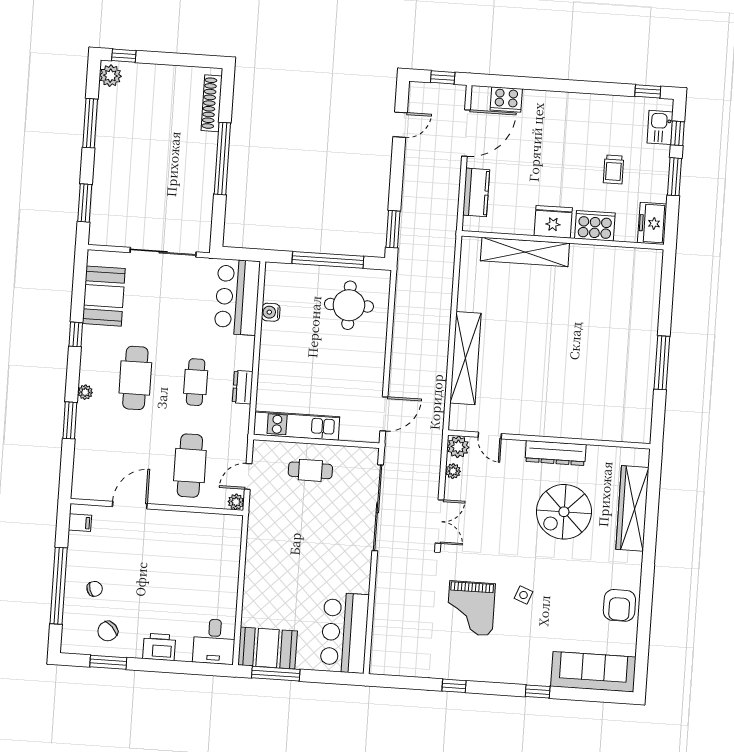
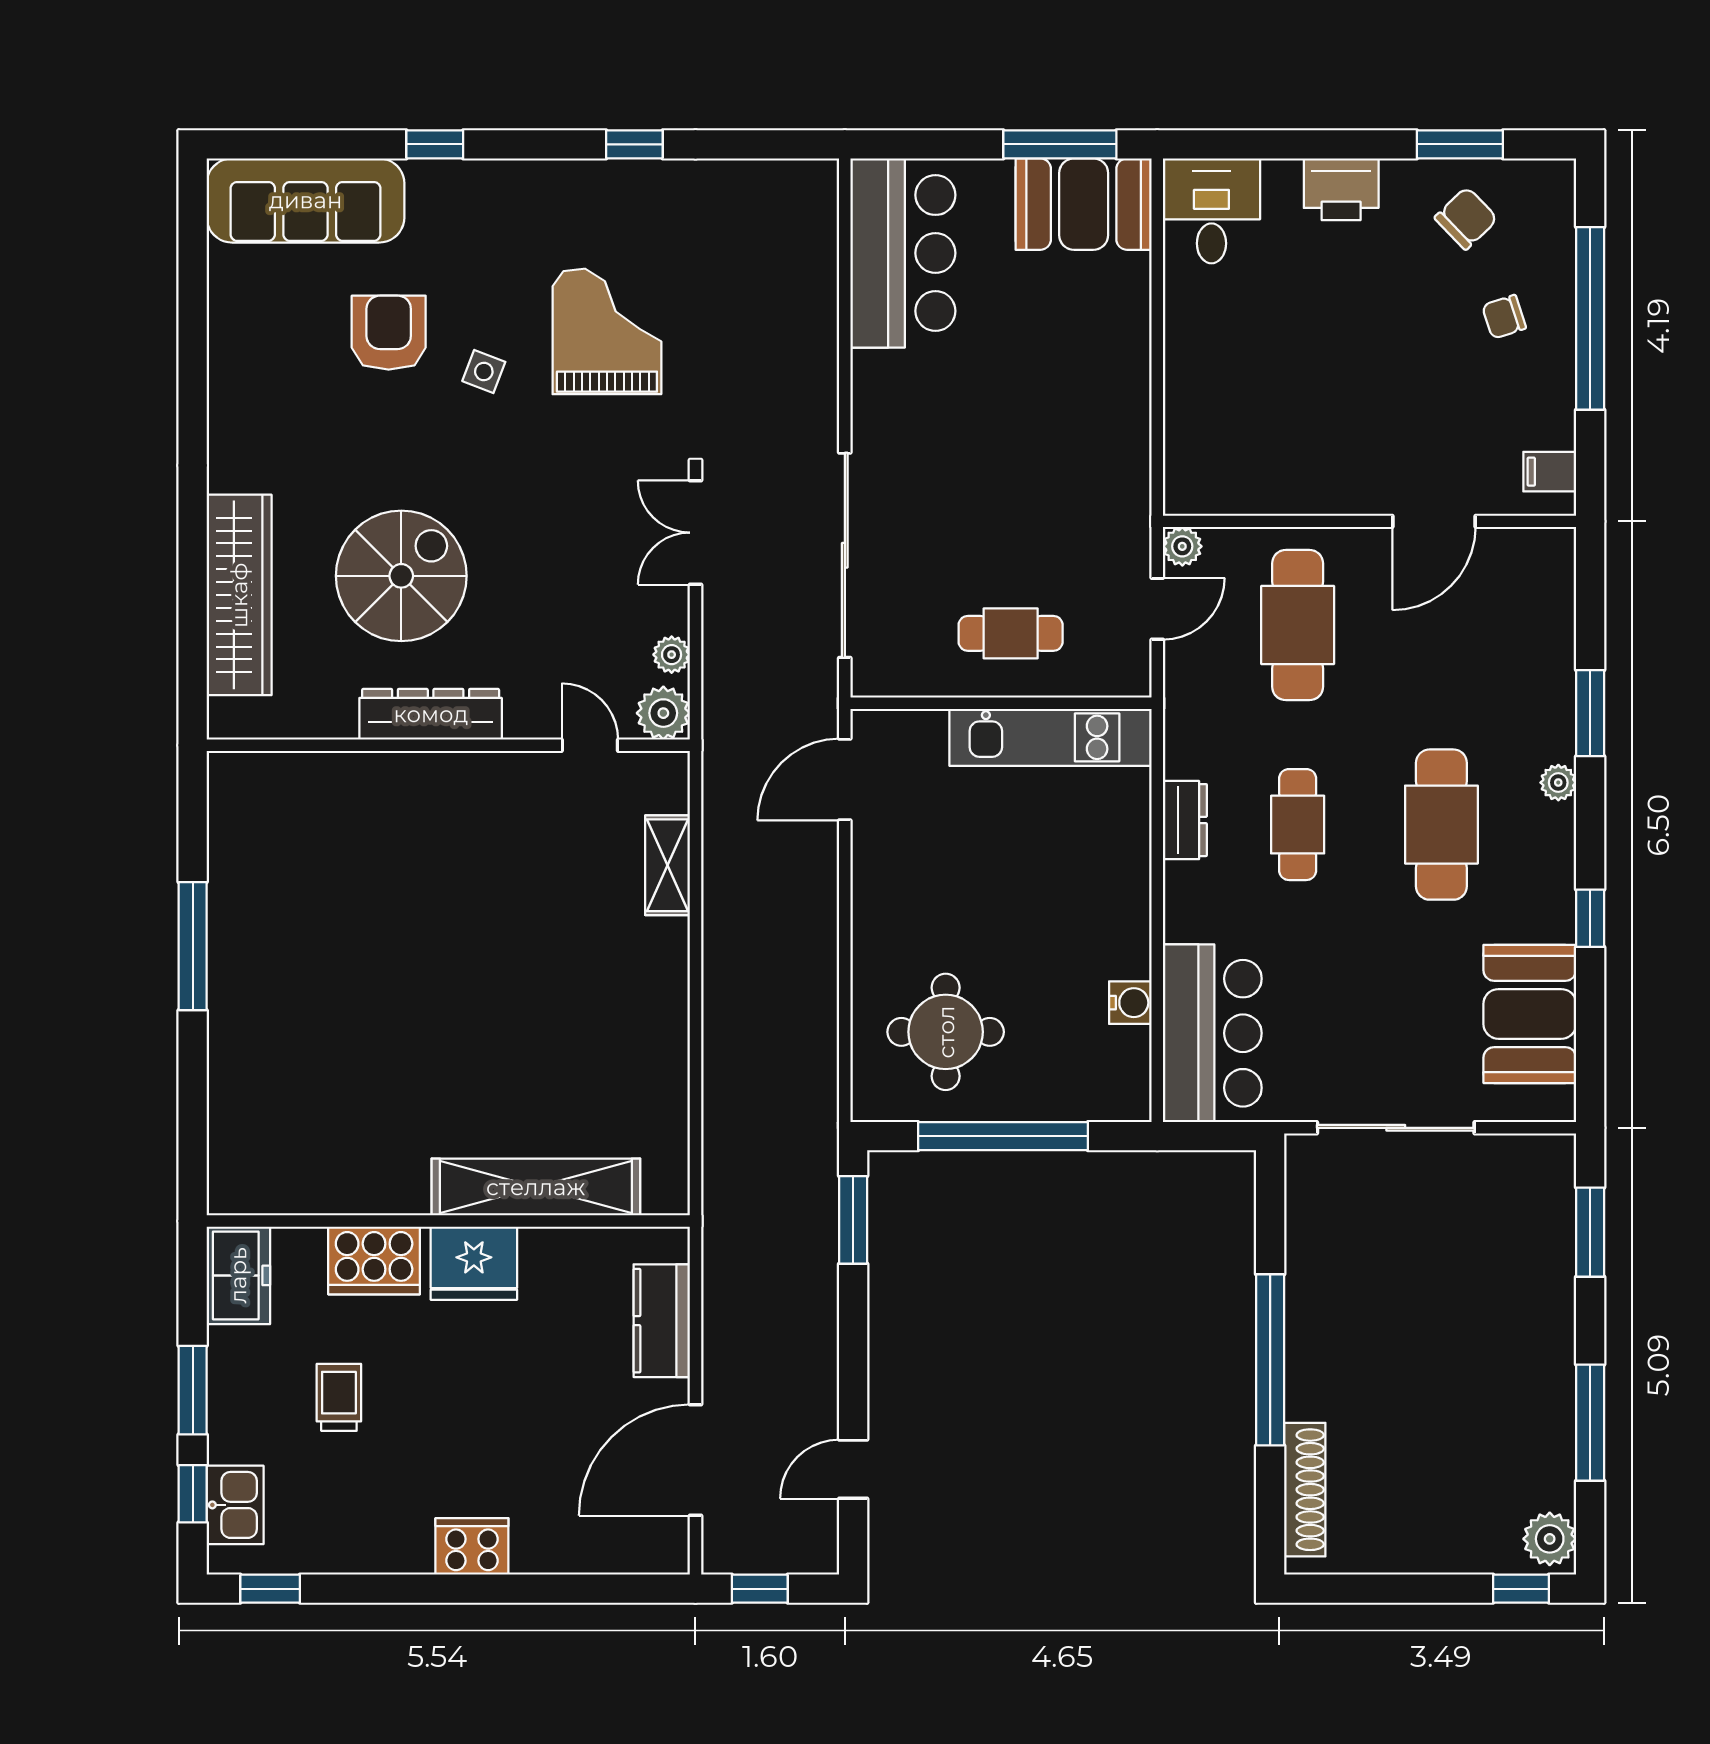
cooker: (506, 99) -> (472, 1546), moved
shelving: (466, 358) -> (667, 865), width x0.45, depth x0.75
armchair: (619, 605) -> (389, 333), moved

